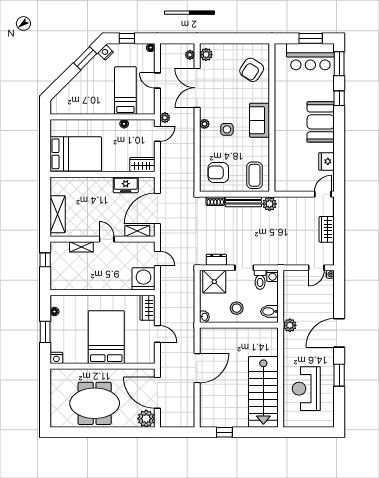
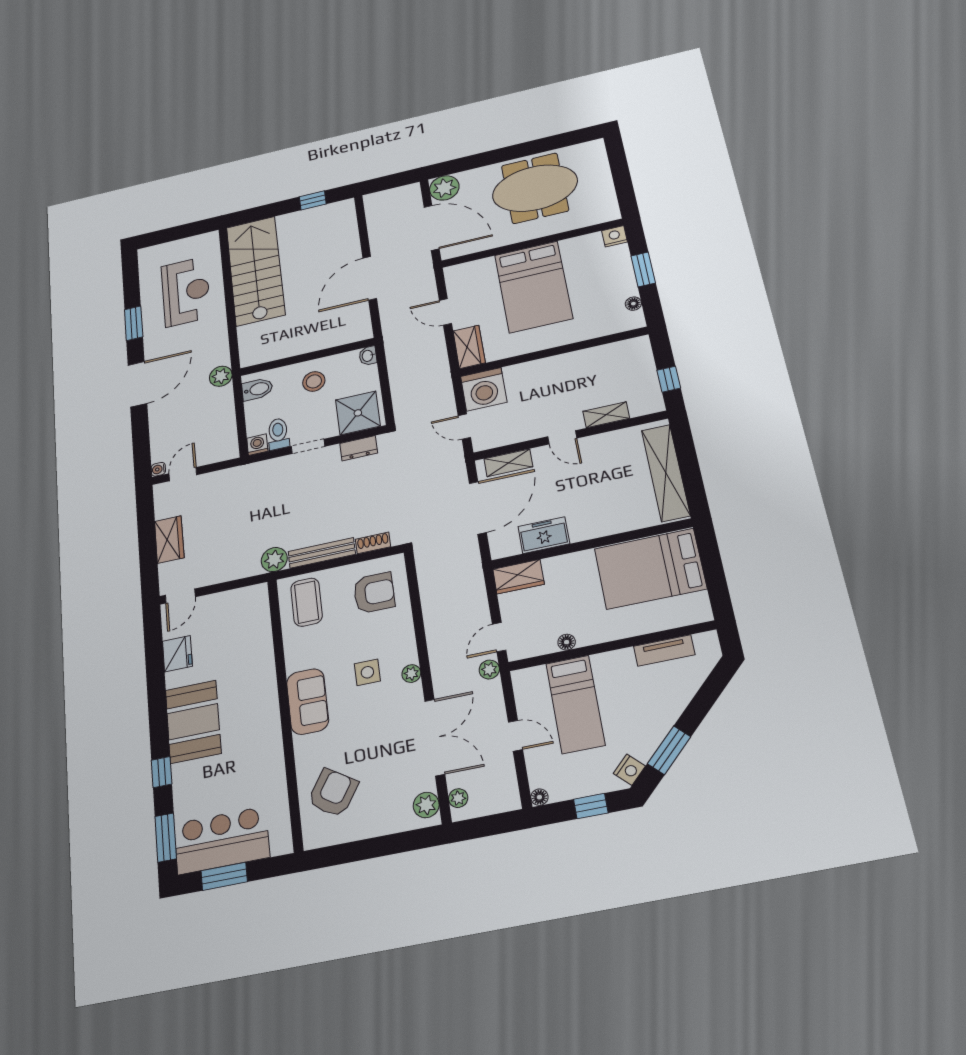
tv unit: (77, 109) -> (664, 650), added
shelving: (58, 214) -> (666, 473), width x1.47

